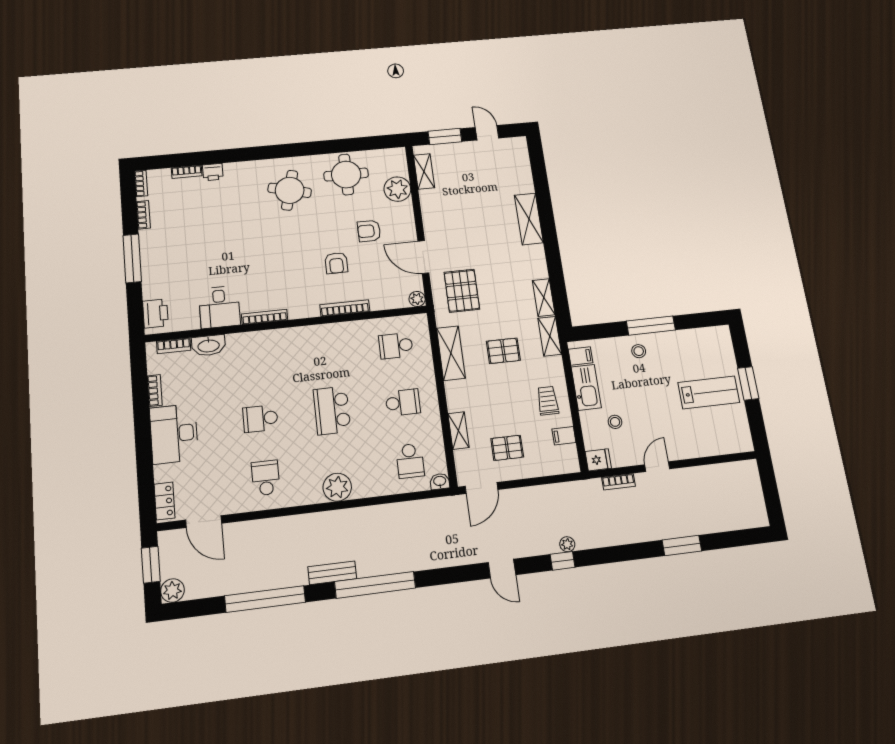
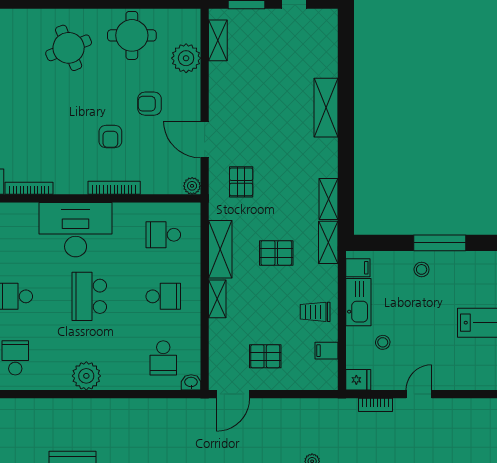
round table: (290, 190) -> (69, 48), turned -36
pallet: (462, 291) -> (241, 182), width x0.67, depth x0.71
desk: (312, 350) -> (76, 230), added
trolley: (548, 401) -> (315, 312), turned -90
shelving: (458, 431) -> (217, 299), moved

